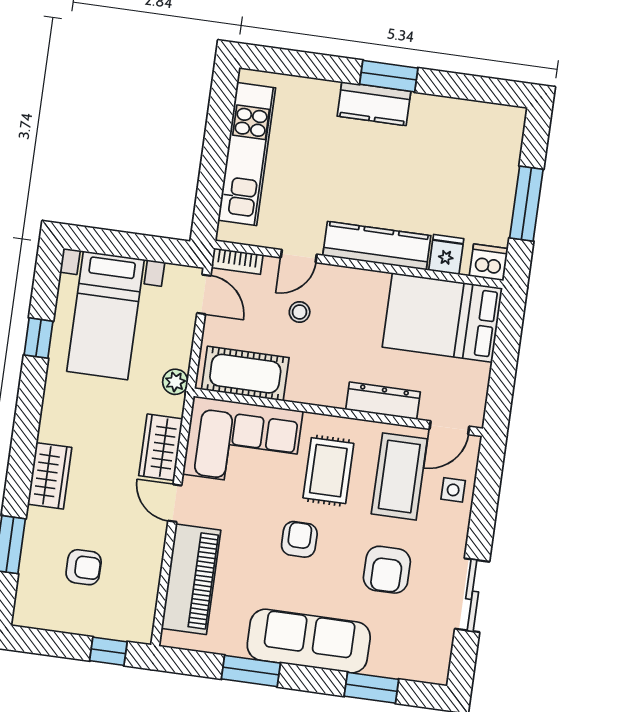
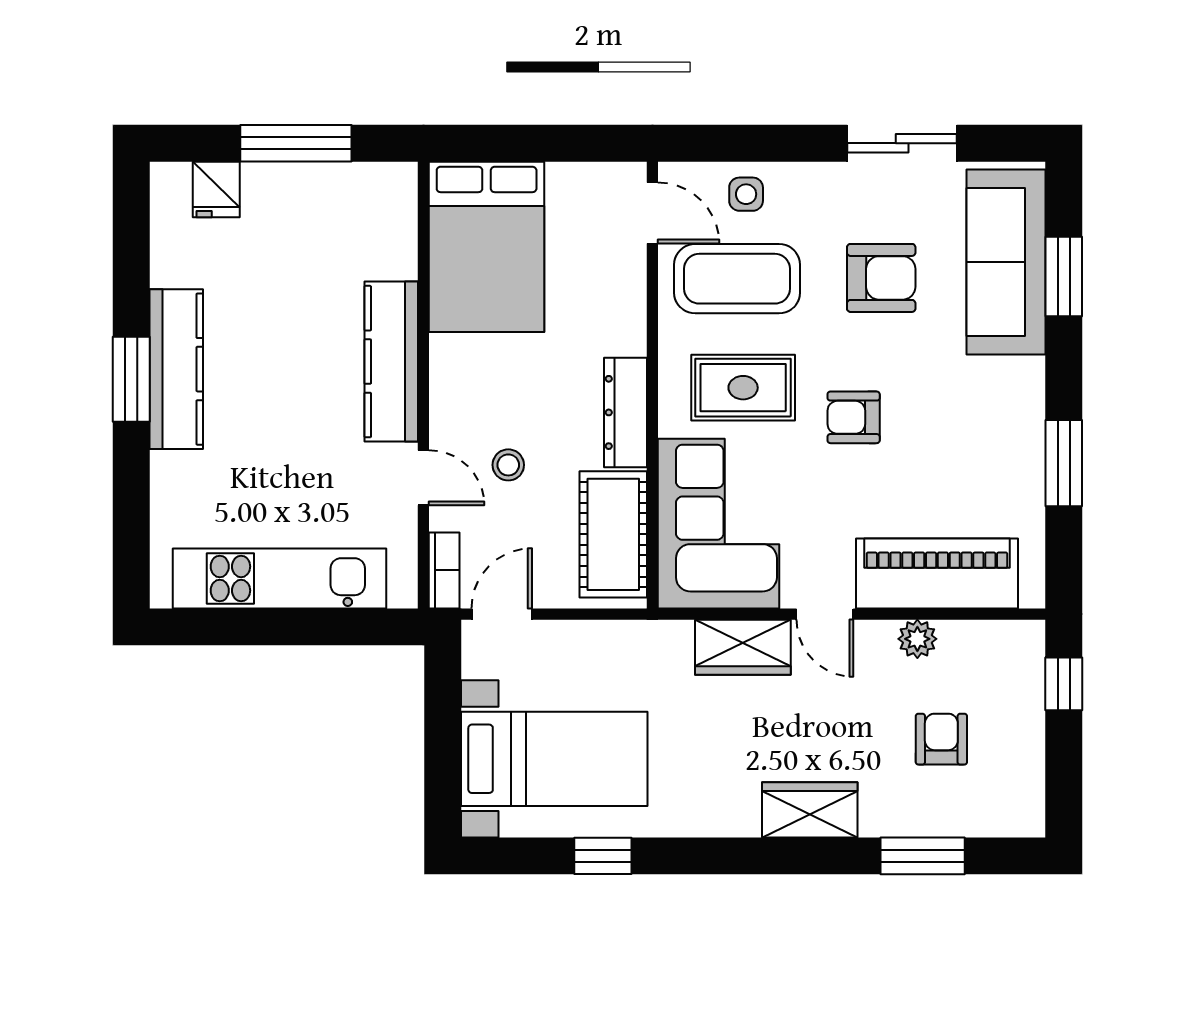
kitchen counter: (374, 104) -> (176, 369), width x1.50
fridge: (446, 254) -> (216, 190), moved, turned -90
dishwasher: (489, 262) -> (393, 188), removed
plant: (175, 382) -> (917, 639), moved
dresser: (383, 401) -> (625, 412), moved
door: (175, 503) -> (825, 614), hinge flipped
sofa: (309, 641) -> (1006, 262), moved

